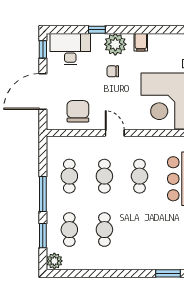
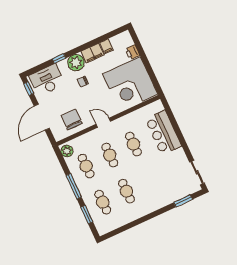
filing cabinet: (141, 42) -> (93, 53), width x2.00
filing cabinet: (162, 42) -> (106, 46), added
plant: (54, 261) -> (67, 151), moved

